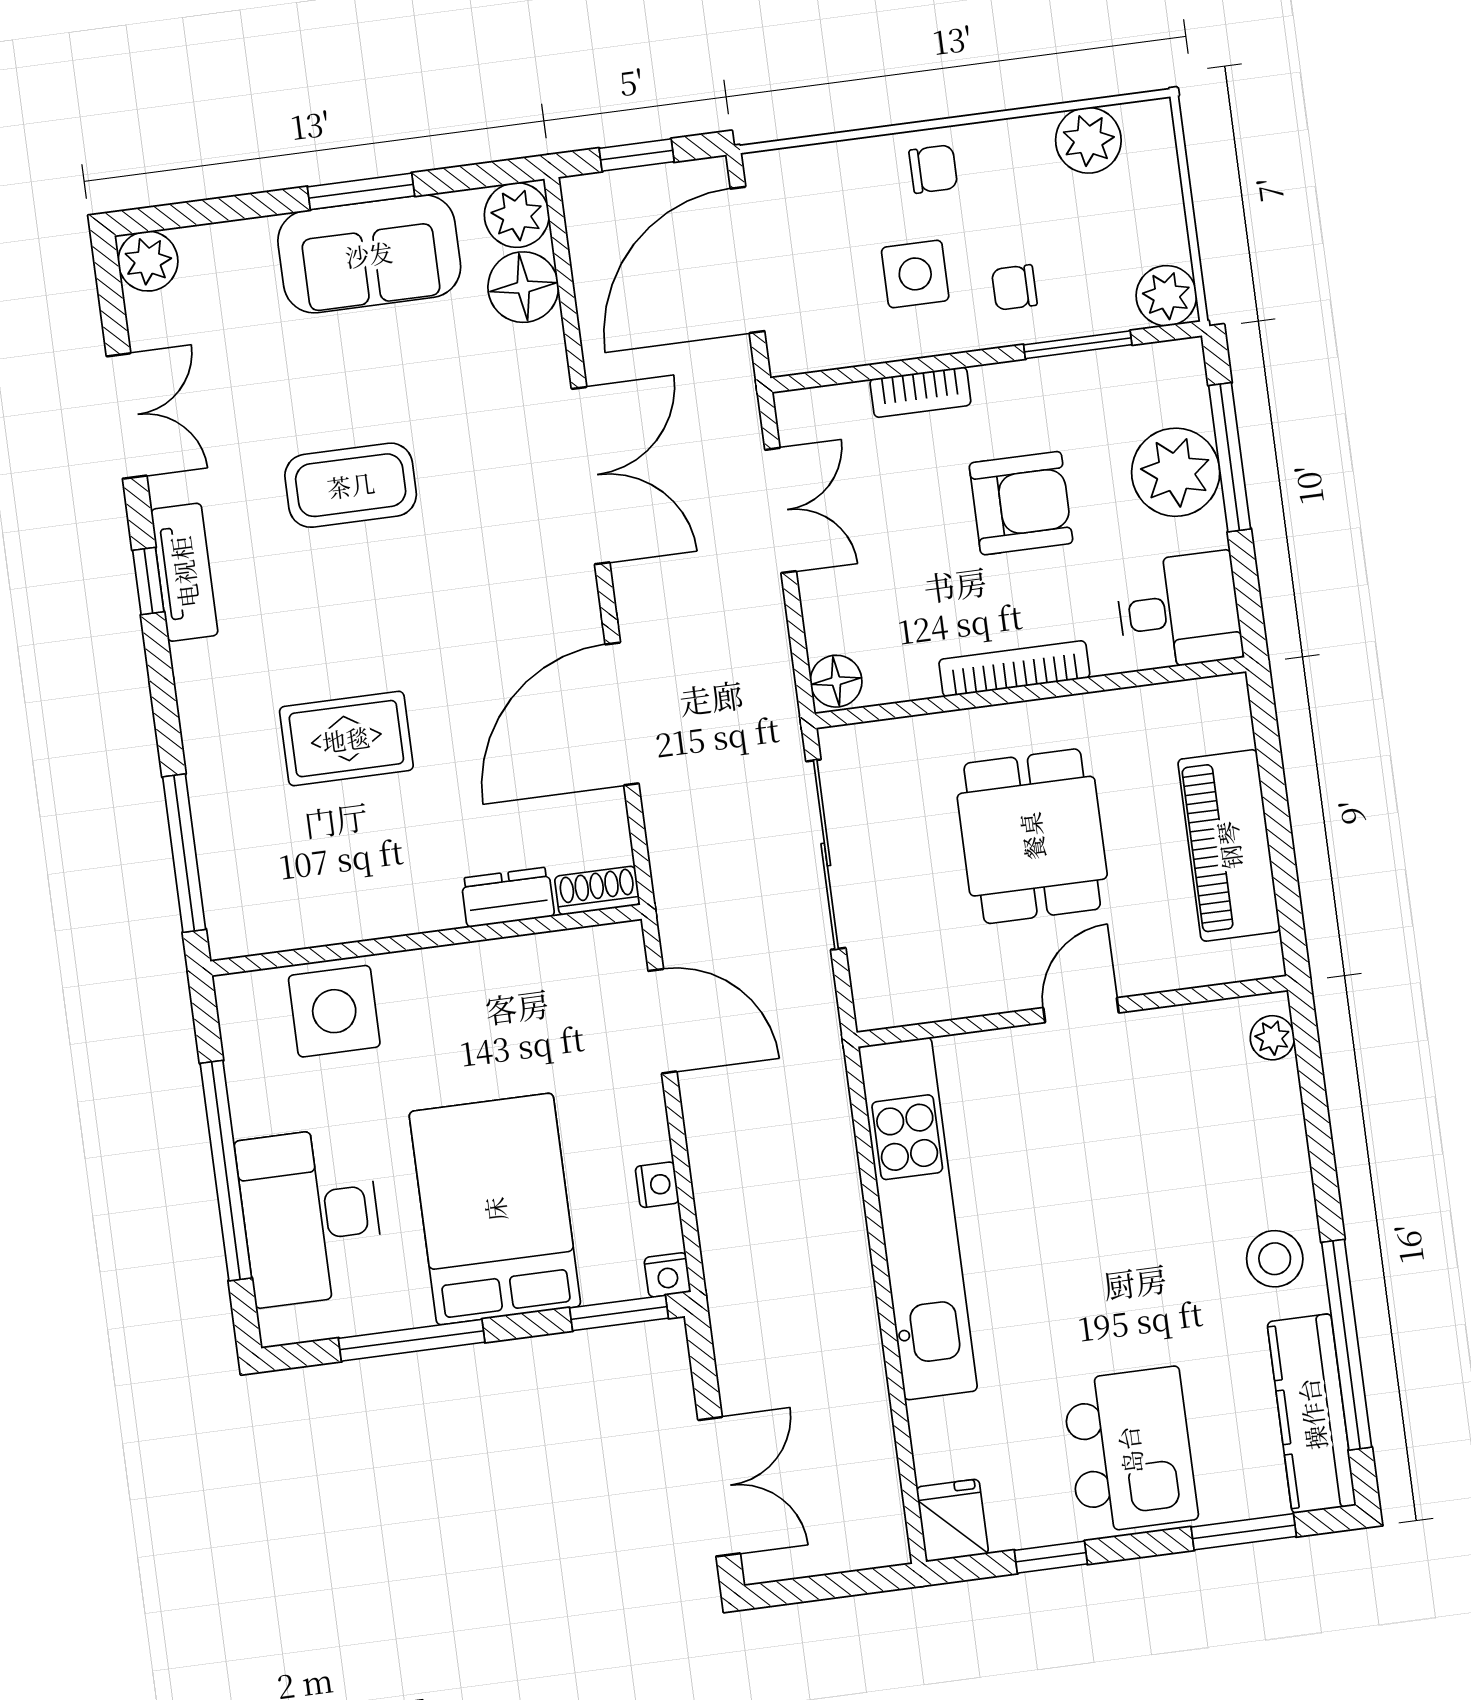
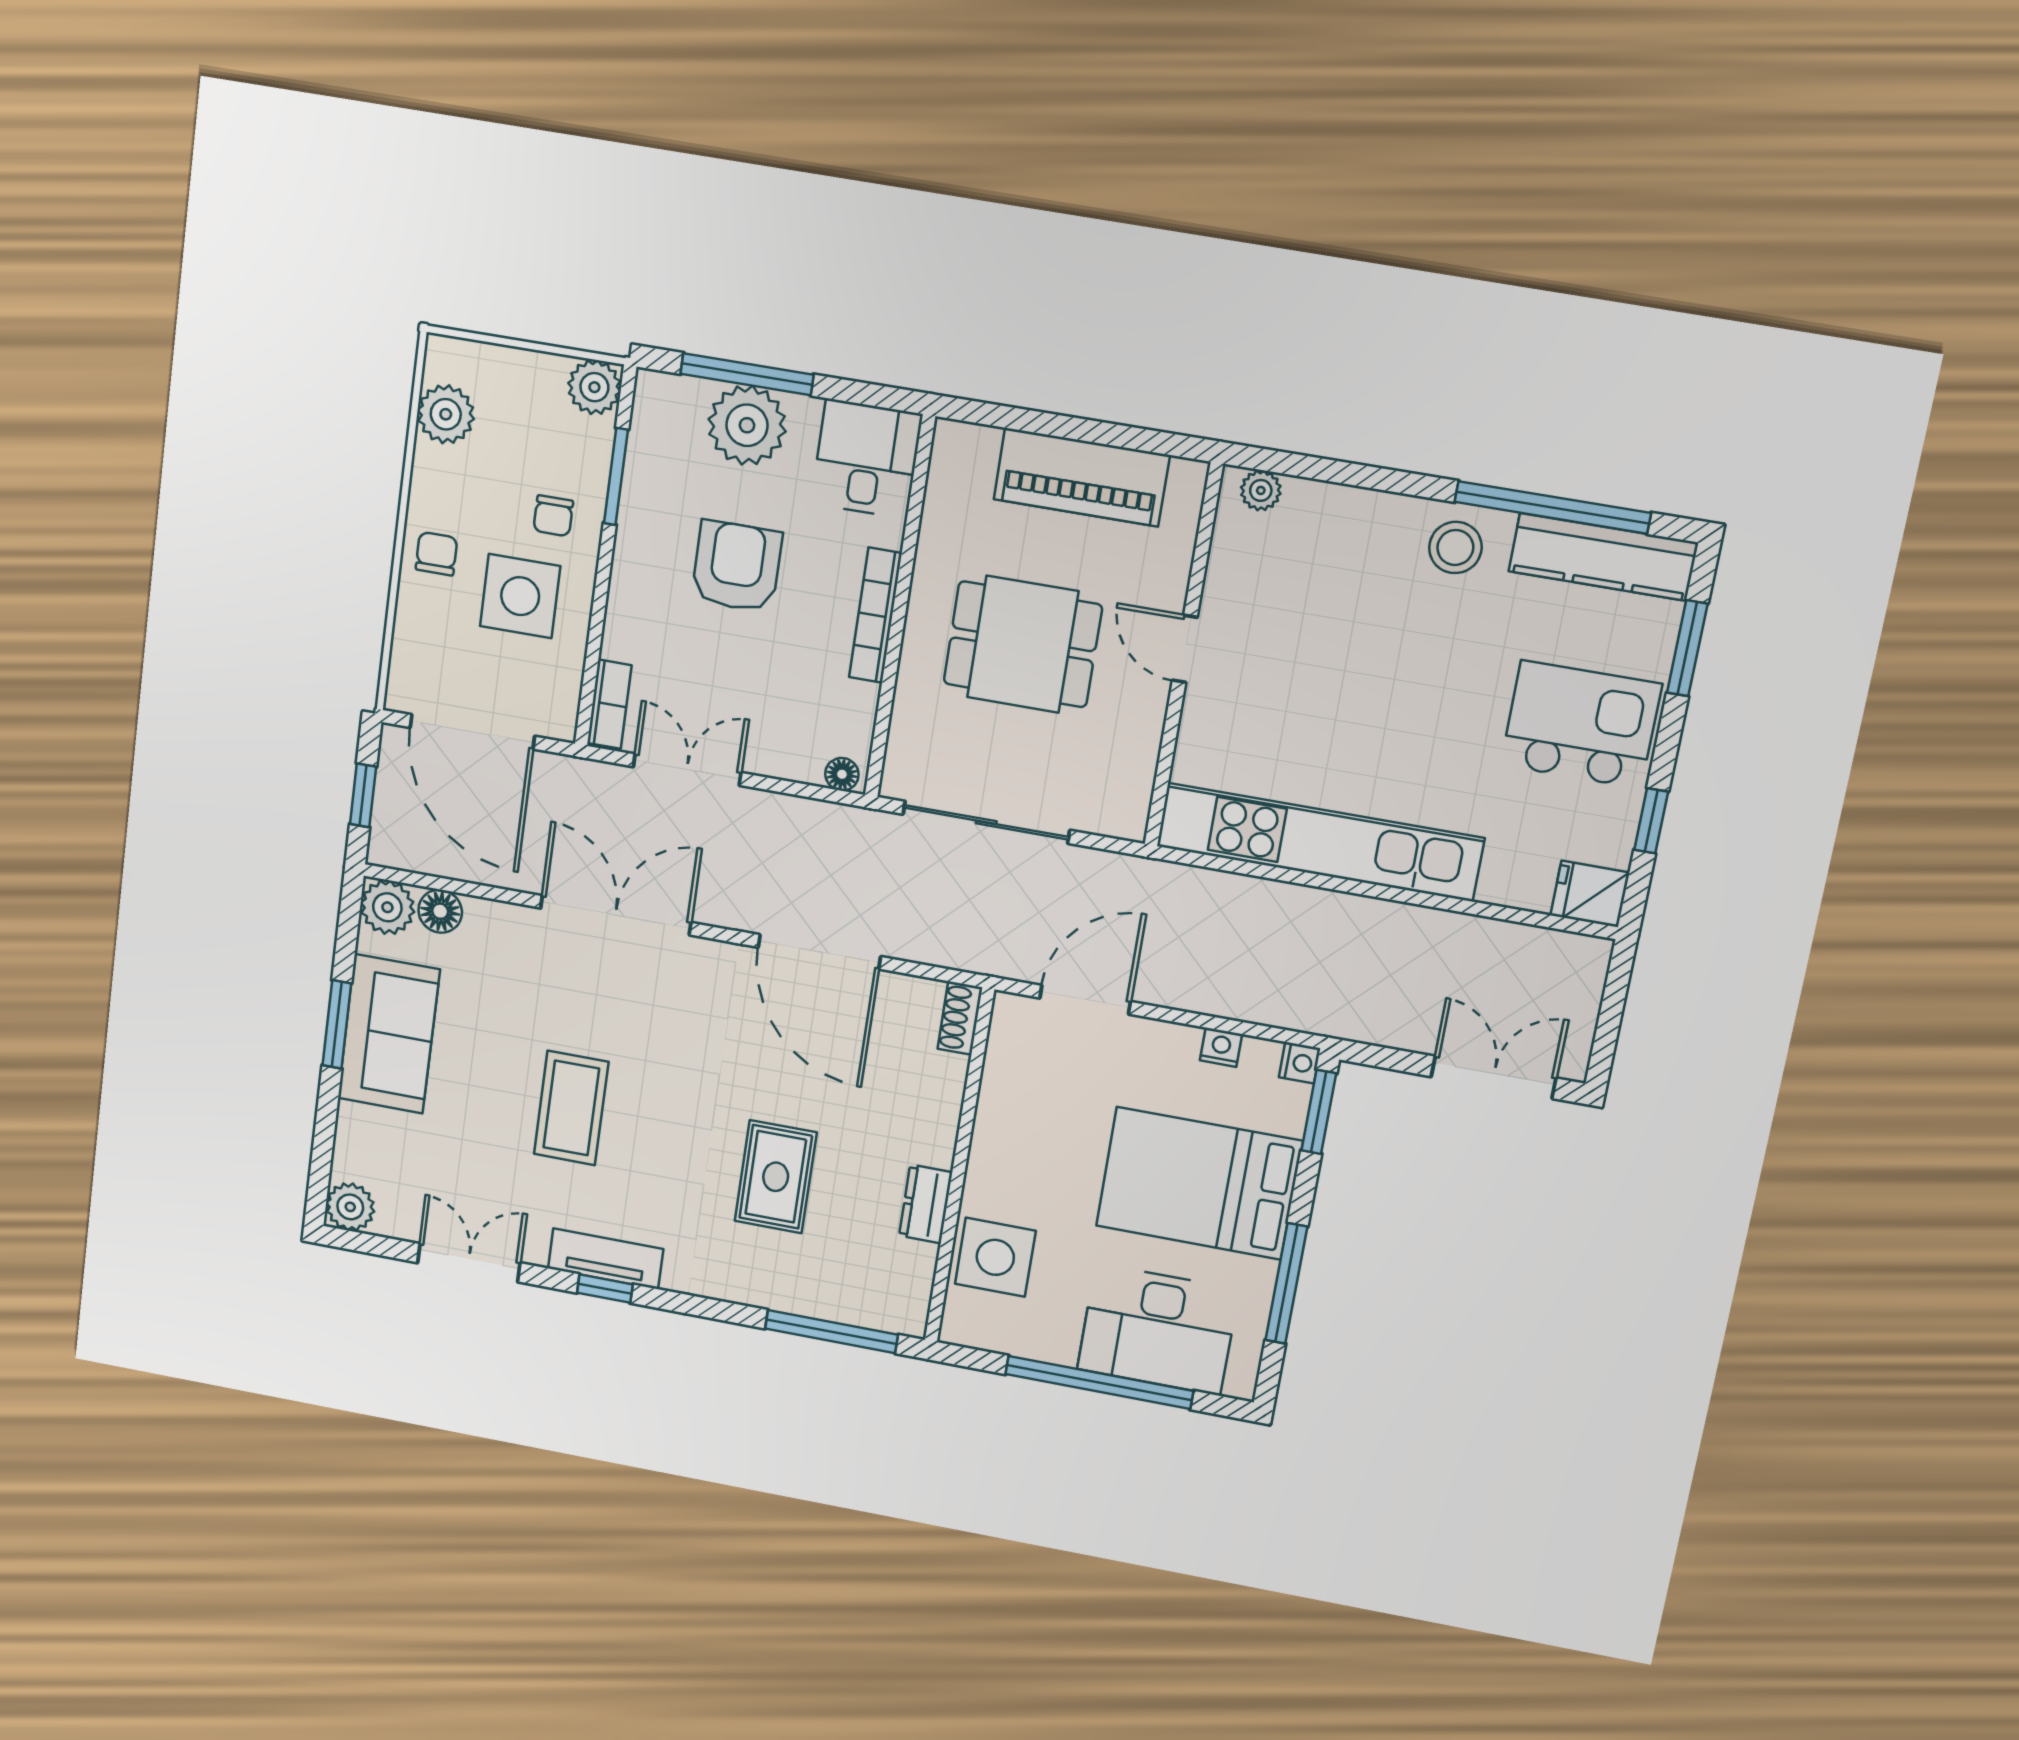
side table: (915, 274) -> (520, 596), width x1.37, depth x1.37
floor lamp: (523, 287) -> (440, 911), width x0.73, depth x0.73
bookcase: (920, 392) -> (609, 704), moved
floor lamp: (836, 681) -> (842, 774), width x0.73, depth x0.73
dresser: (508, 897) -> (926, 1204), moved

